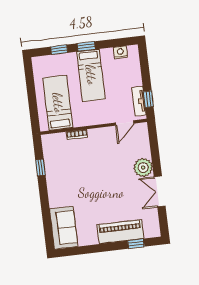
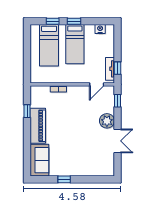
bed: (58, 103) -> (49, 45), moved, turned 180
window: (153, 140) -> (117, 101), added
double door: (160, 191) -> (117, 141), swing flipped
piano: (120, 232) -> (38, 126), moved, turned 90
window: (136, 244) -> (64, 179), moved

